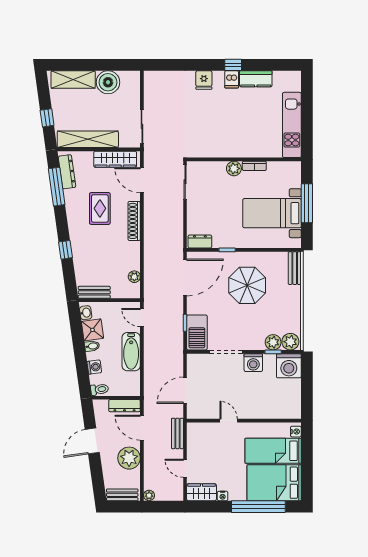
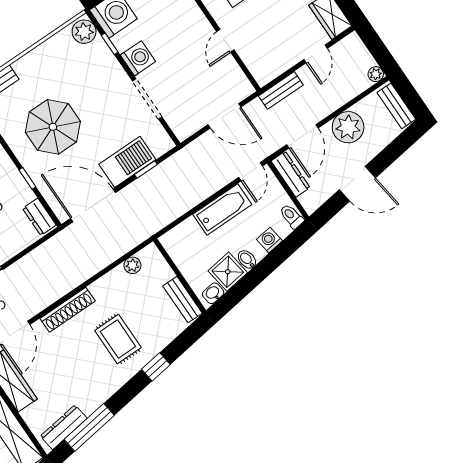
rug: (100, 208) -> (118, 339), moved, turned 90
door: (142, 318) -> (251, 172), moved
barbecue: (197, 332) -> (127, 162), moved
plant: (273, 342) -> (99, 51), removed

